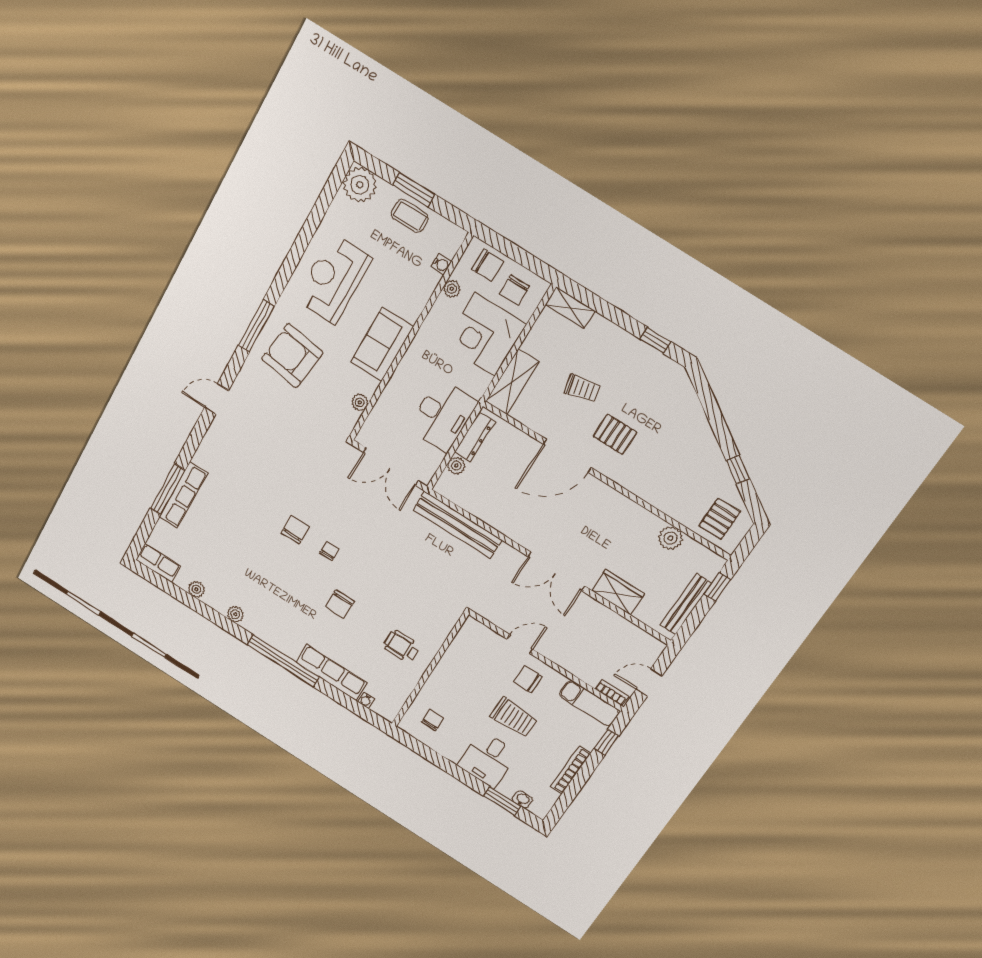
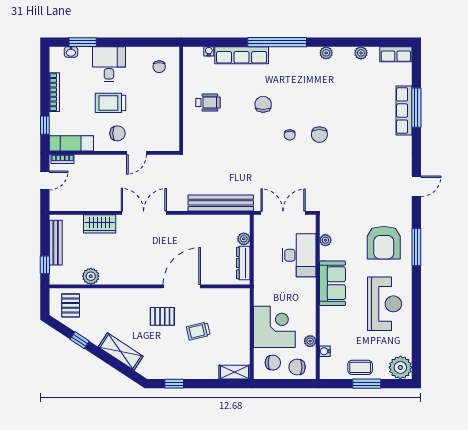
chair: (514, 290) -> (273, 363), turned 90
armchair: (292, 356) -> (384, 243), turned 82
shelving: (512, 382) -> (121, 352), moved, turned -57
desk: (443, 415) -> (299, 255), moved, turned 180

